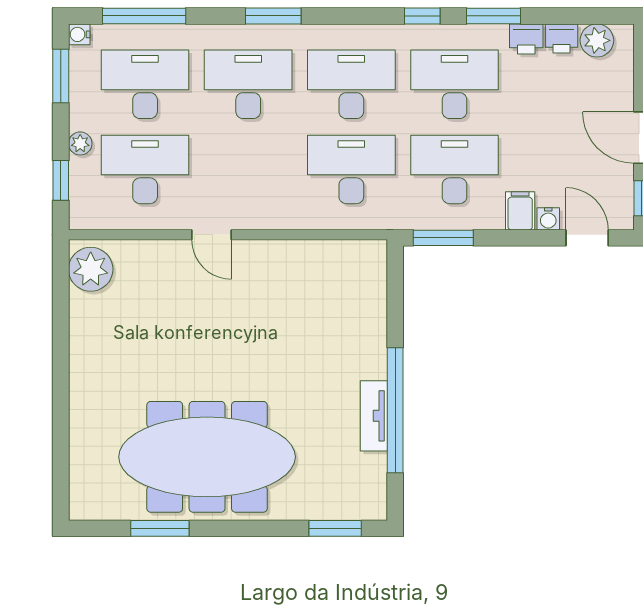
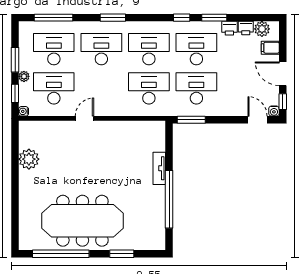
water cooler: (79, 34) -> (24, 111), moved
window: (61, 76) -> (15, 60), moved
filing cabinet: (520, 211) -> (270, 48), moved, turned -90
water cooler: (548, 219) -> (274, 111), moved
door: (211, 235) -> (84, 118), swing flipped
plant: (91, 269) -> (29, 159), moved
tv unit: (374, 416) -> (159, 168), moved
window: (160, 528) -> (61, 254), width x2.11
window: (335, 528) -> (122, 254), moved

